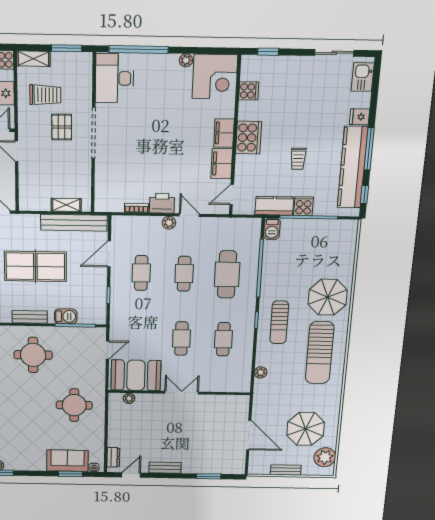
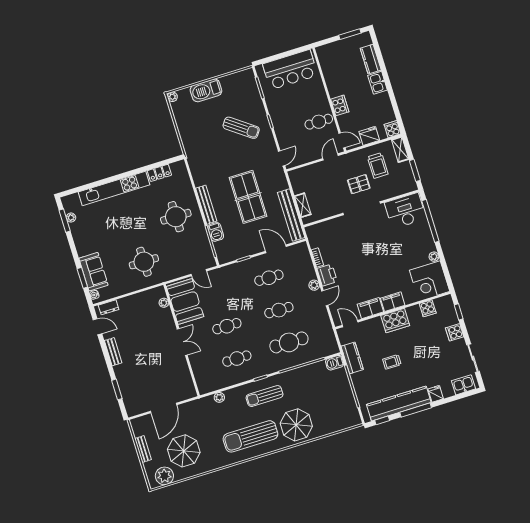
cooker: (303, 206) -> (455, 332), moved, turned 180
bench: (30, 317) -> (206, 205), width x1.36

